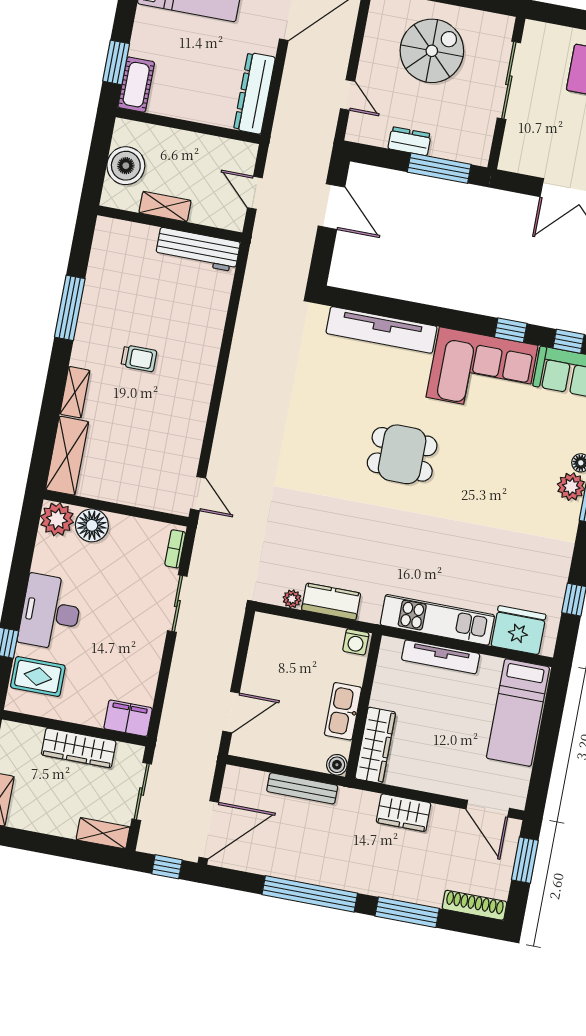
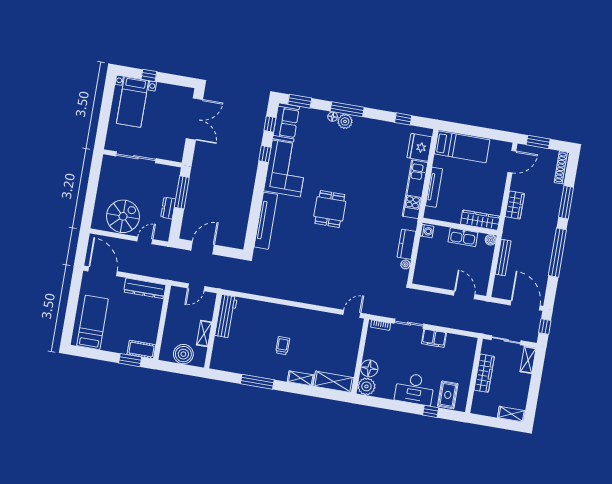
spiral stairs: (432, 51) -> (123, 216), moved, turned 90
filing cabinet: (128, 718) -> (434, 338), moved, turned -90

